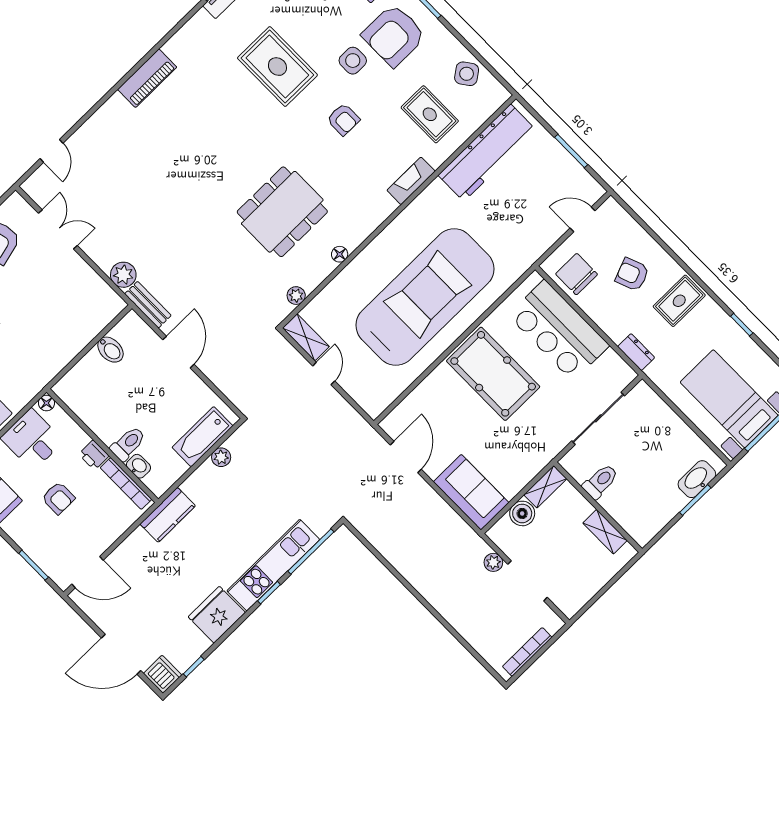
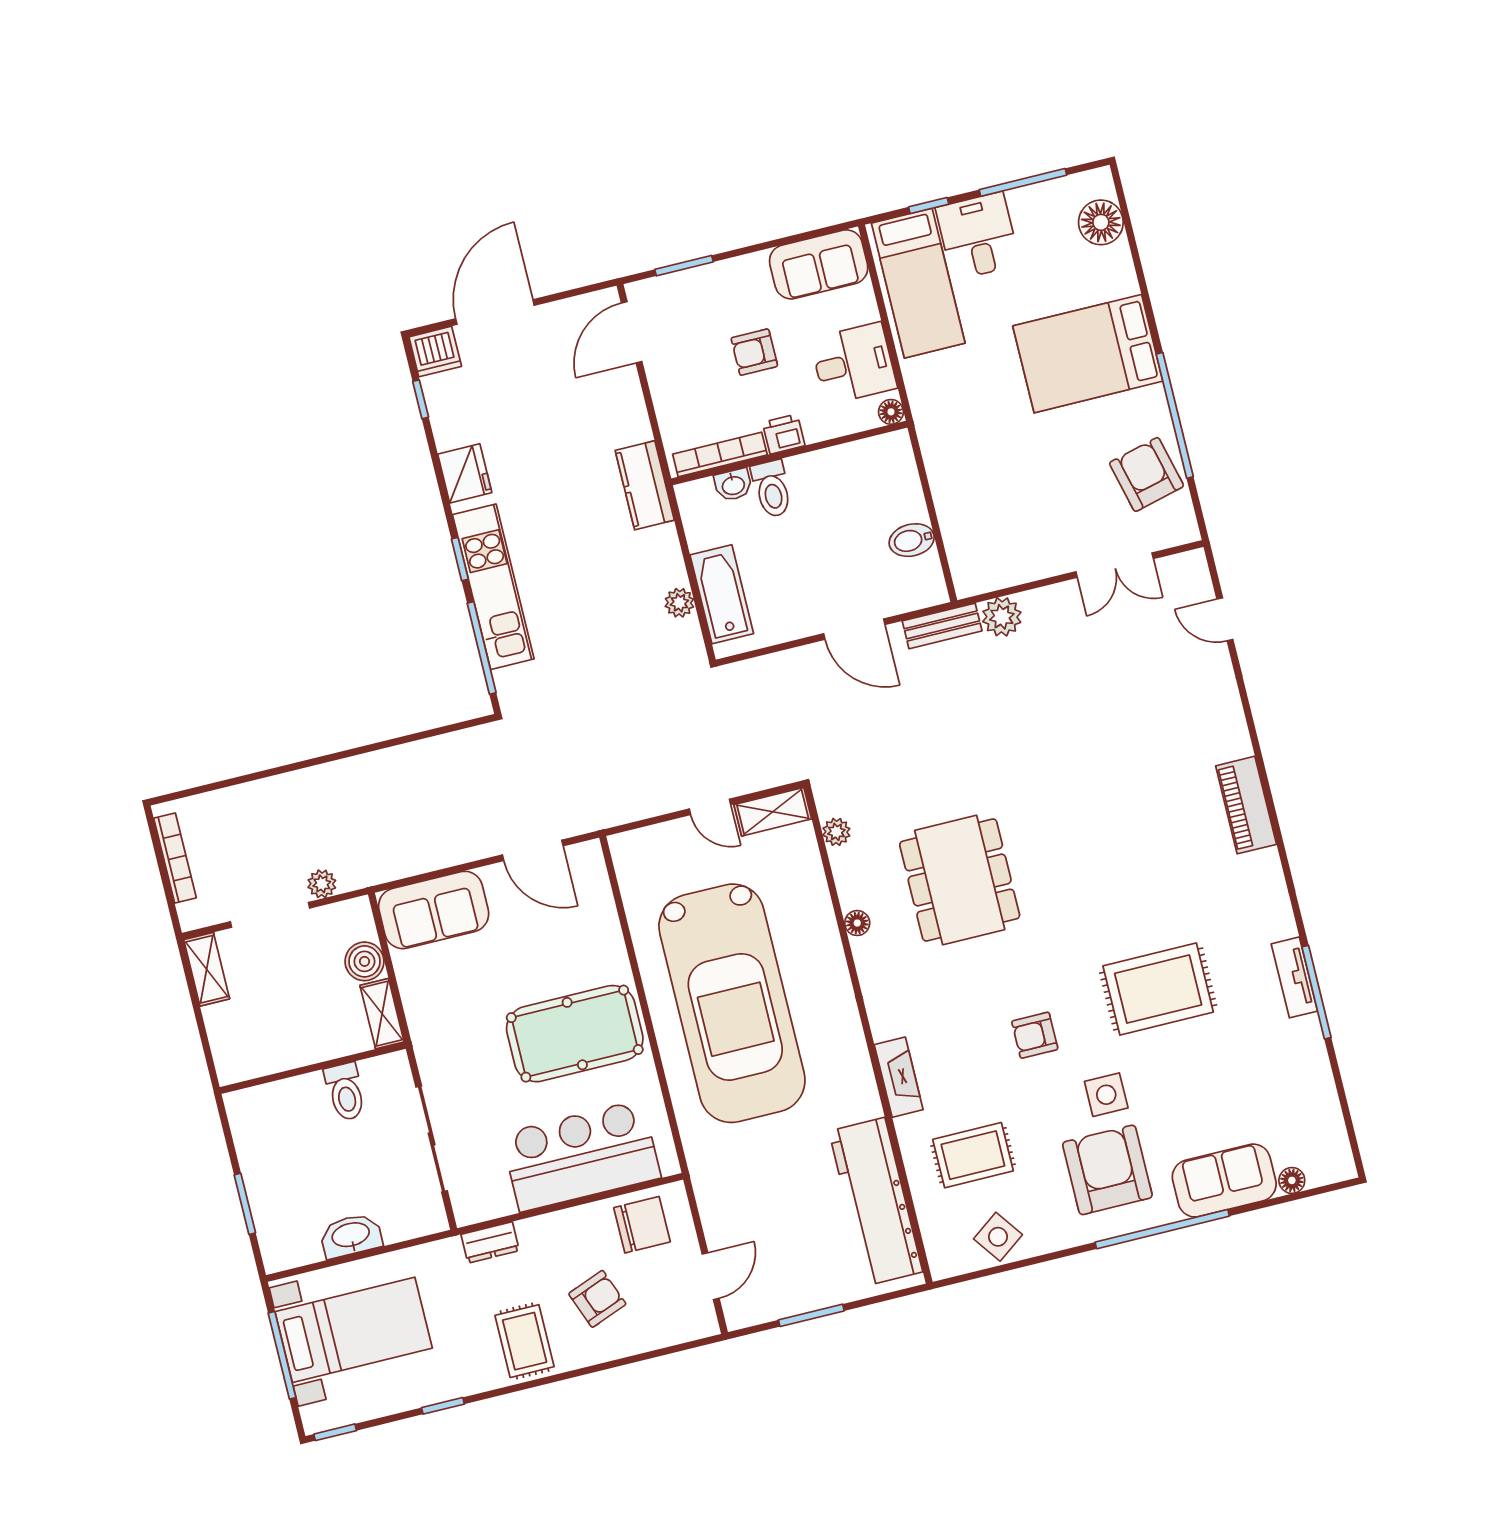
washbasin: (697, 479) -> (351, 1236), moved, turned -90
shelving: (605, 532) -> (207, 969), moved, turned 90
fridge: (217, 615) -> (465, 473), width x0.73, depth x0.75

